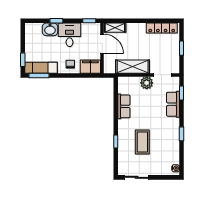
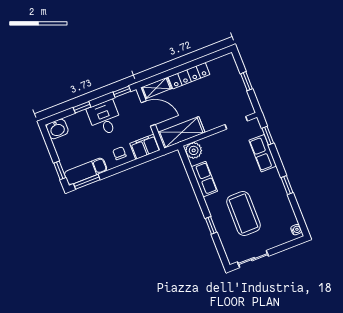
locker: (162, 28) -> (189, 76), moved
washbasin: (50, 29) -> (57, 129), moved
shelving: (133, 67) -> (181, 132), moved
plant: (147, 83) -> (194, 150), moved
coffee table: (142, 142) -> (244, 213), width x1.36, depth x1.32

